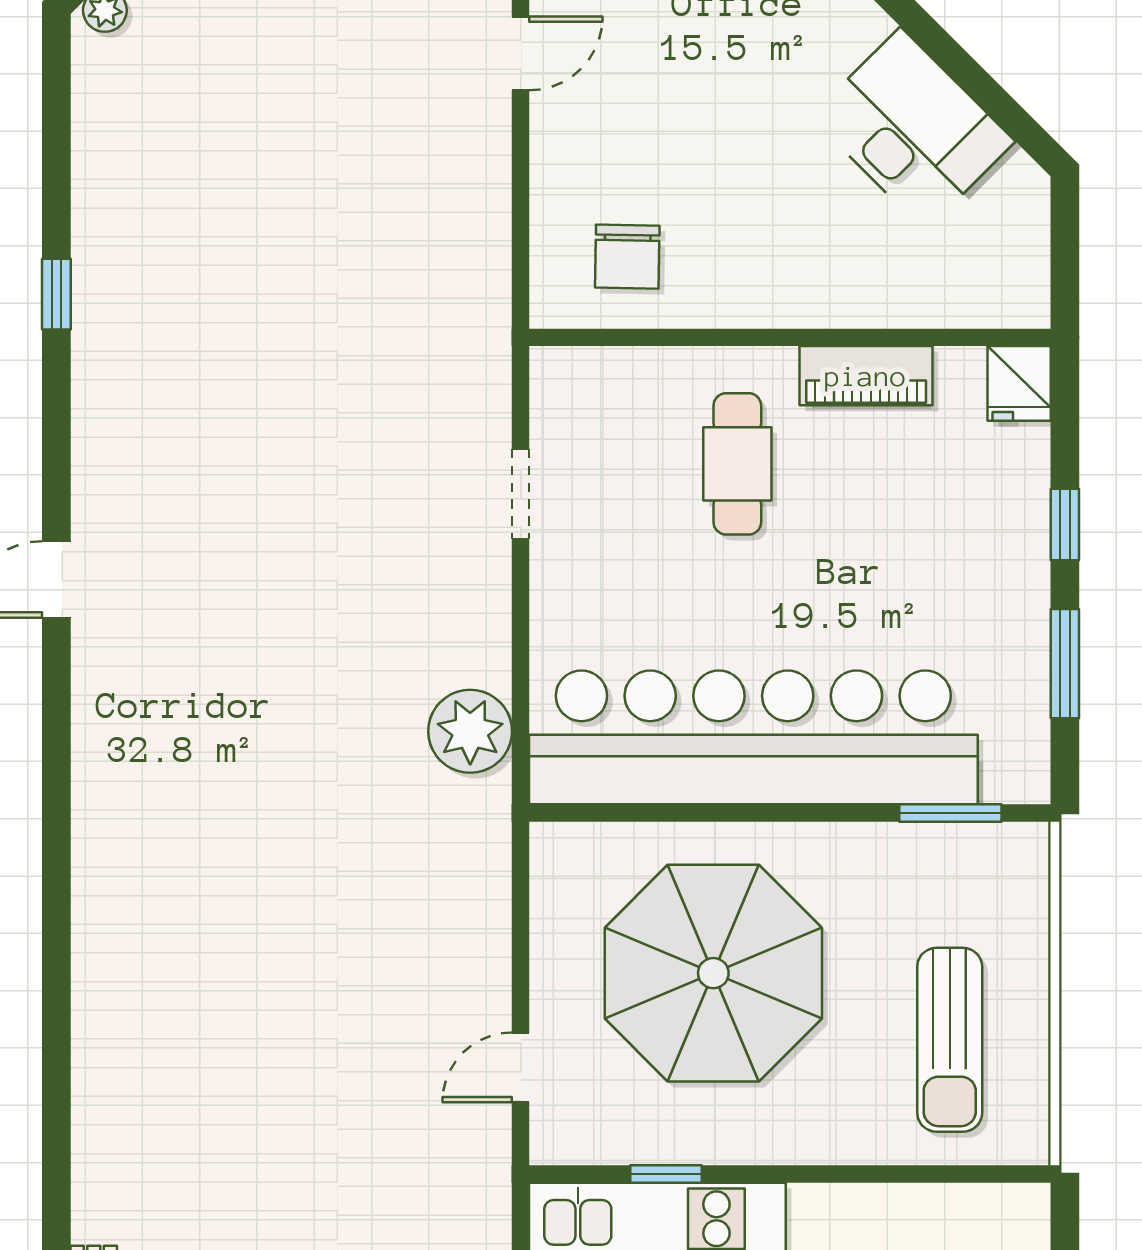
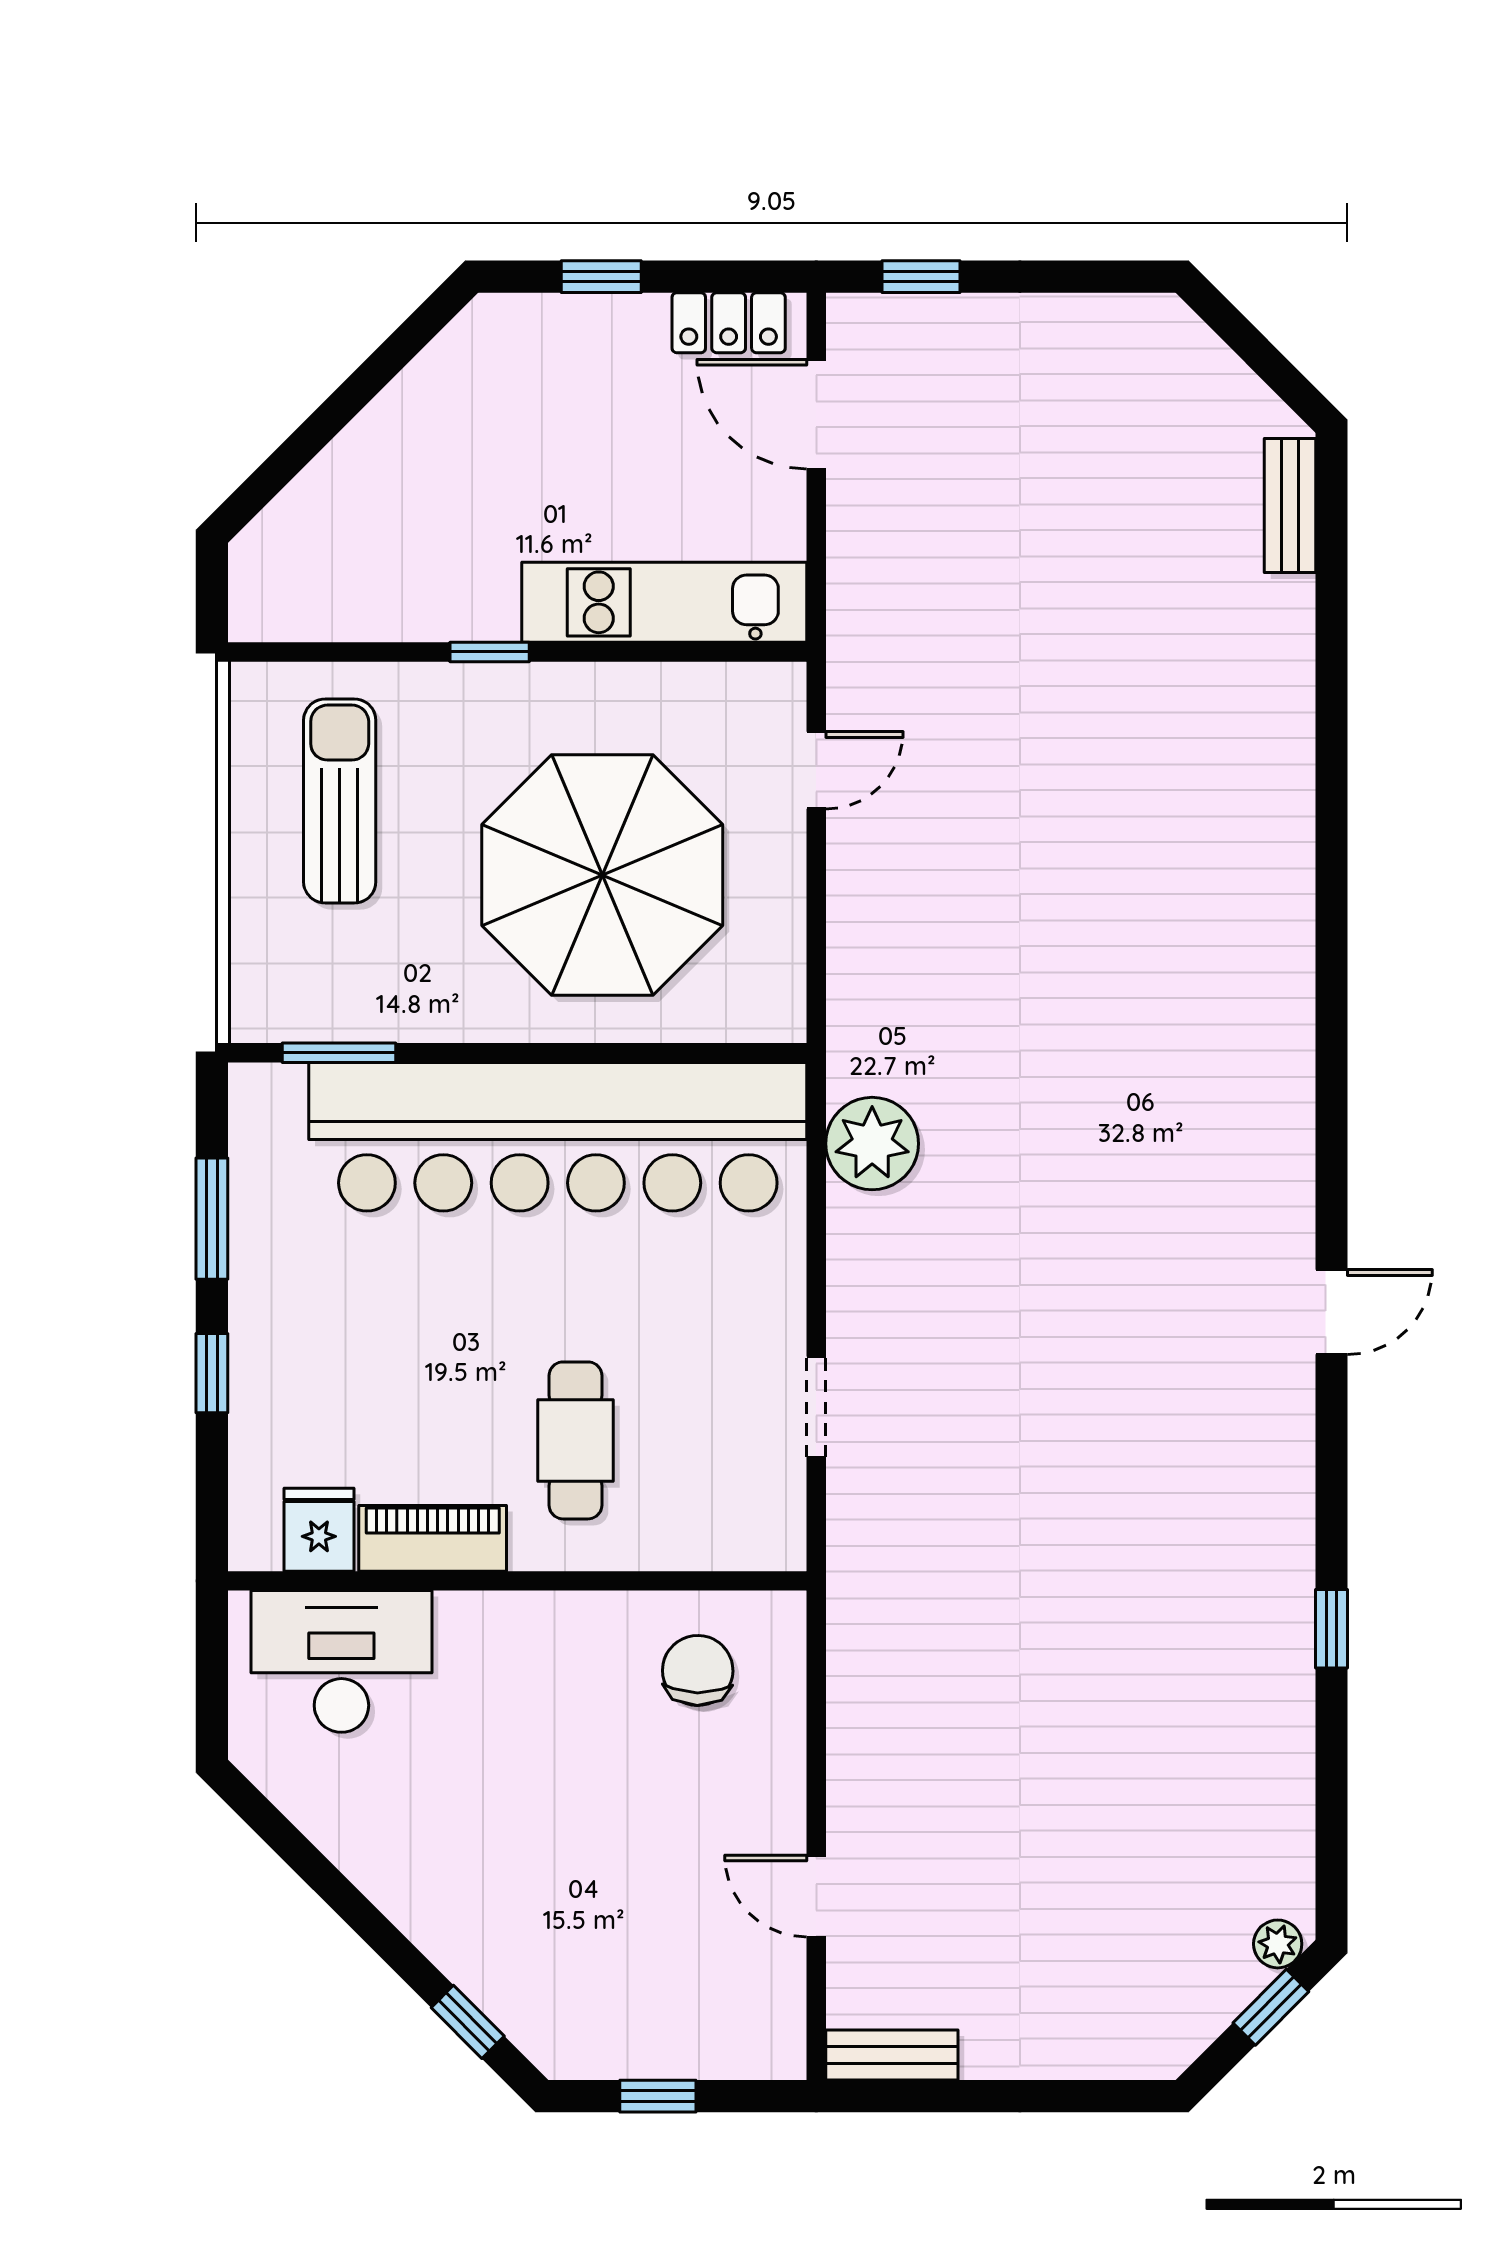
door: (521, 53) -> (816, 1896), hinge flipped
desk: (913, 129) -> (341, 1661), moved, turned 135
fridge: (1019, 383) -> (319, 1530), moved
window: (666, 1174) -> (490, 652), moved

